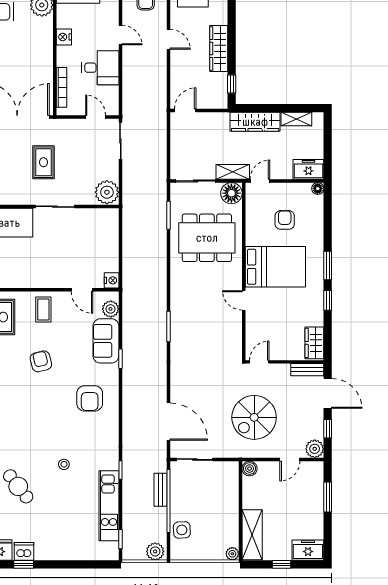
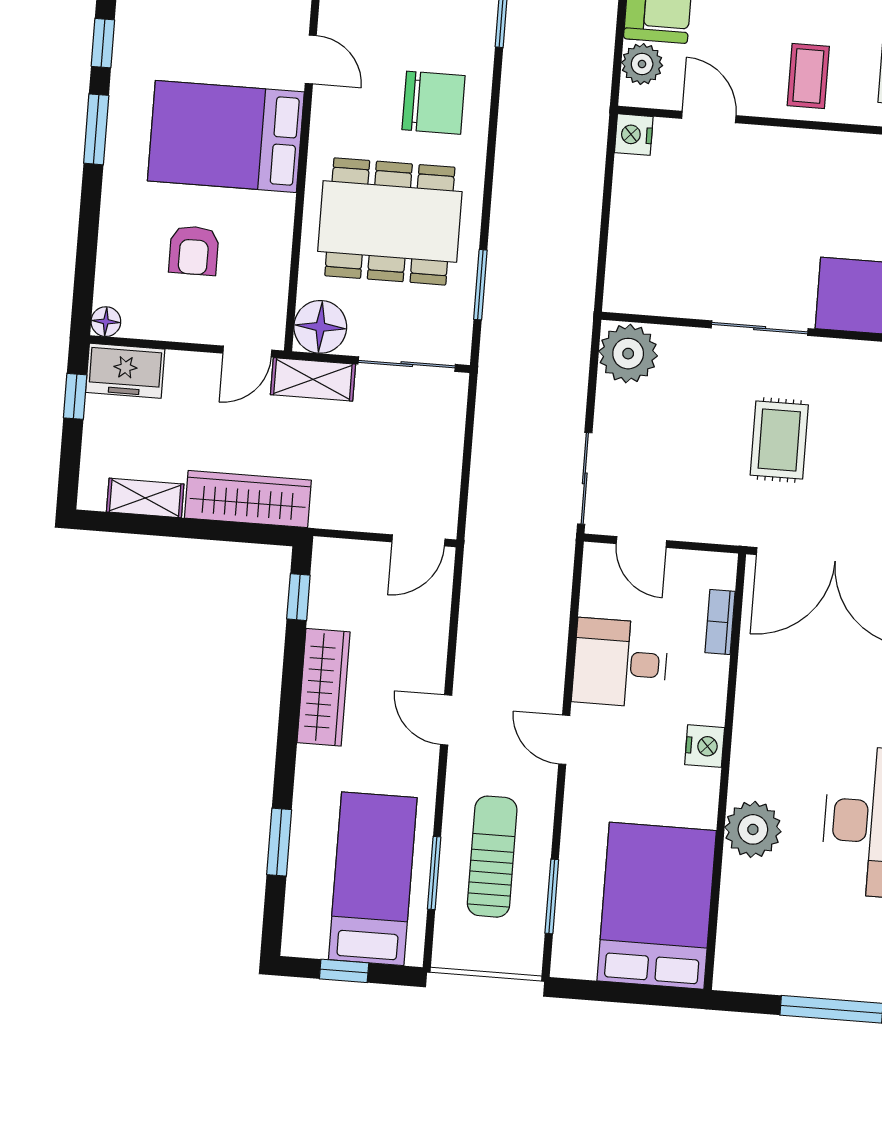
bookcase: (62, 87) -> (720, 622), width x0.64
window: (328, 158) -> (75, 396), added
chair: (193, 287) -> (434, 103), added

